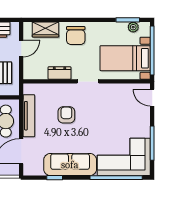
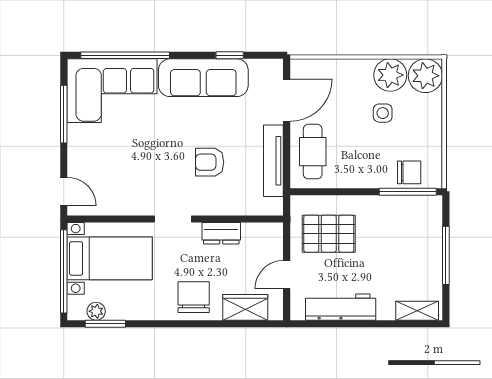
armchair: (66, 115) -> (210, 162), turned 90

